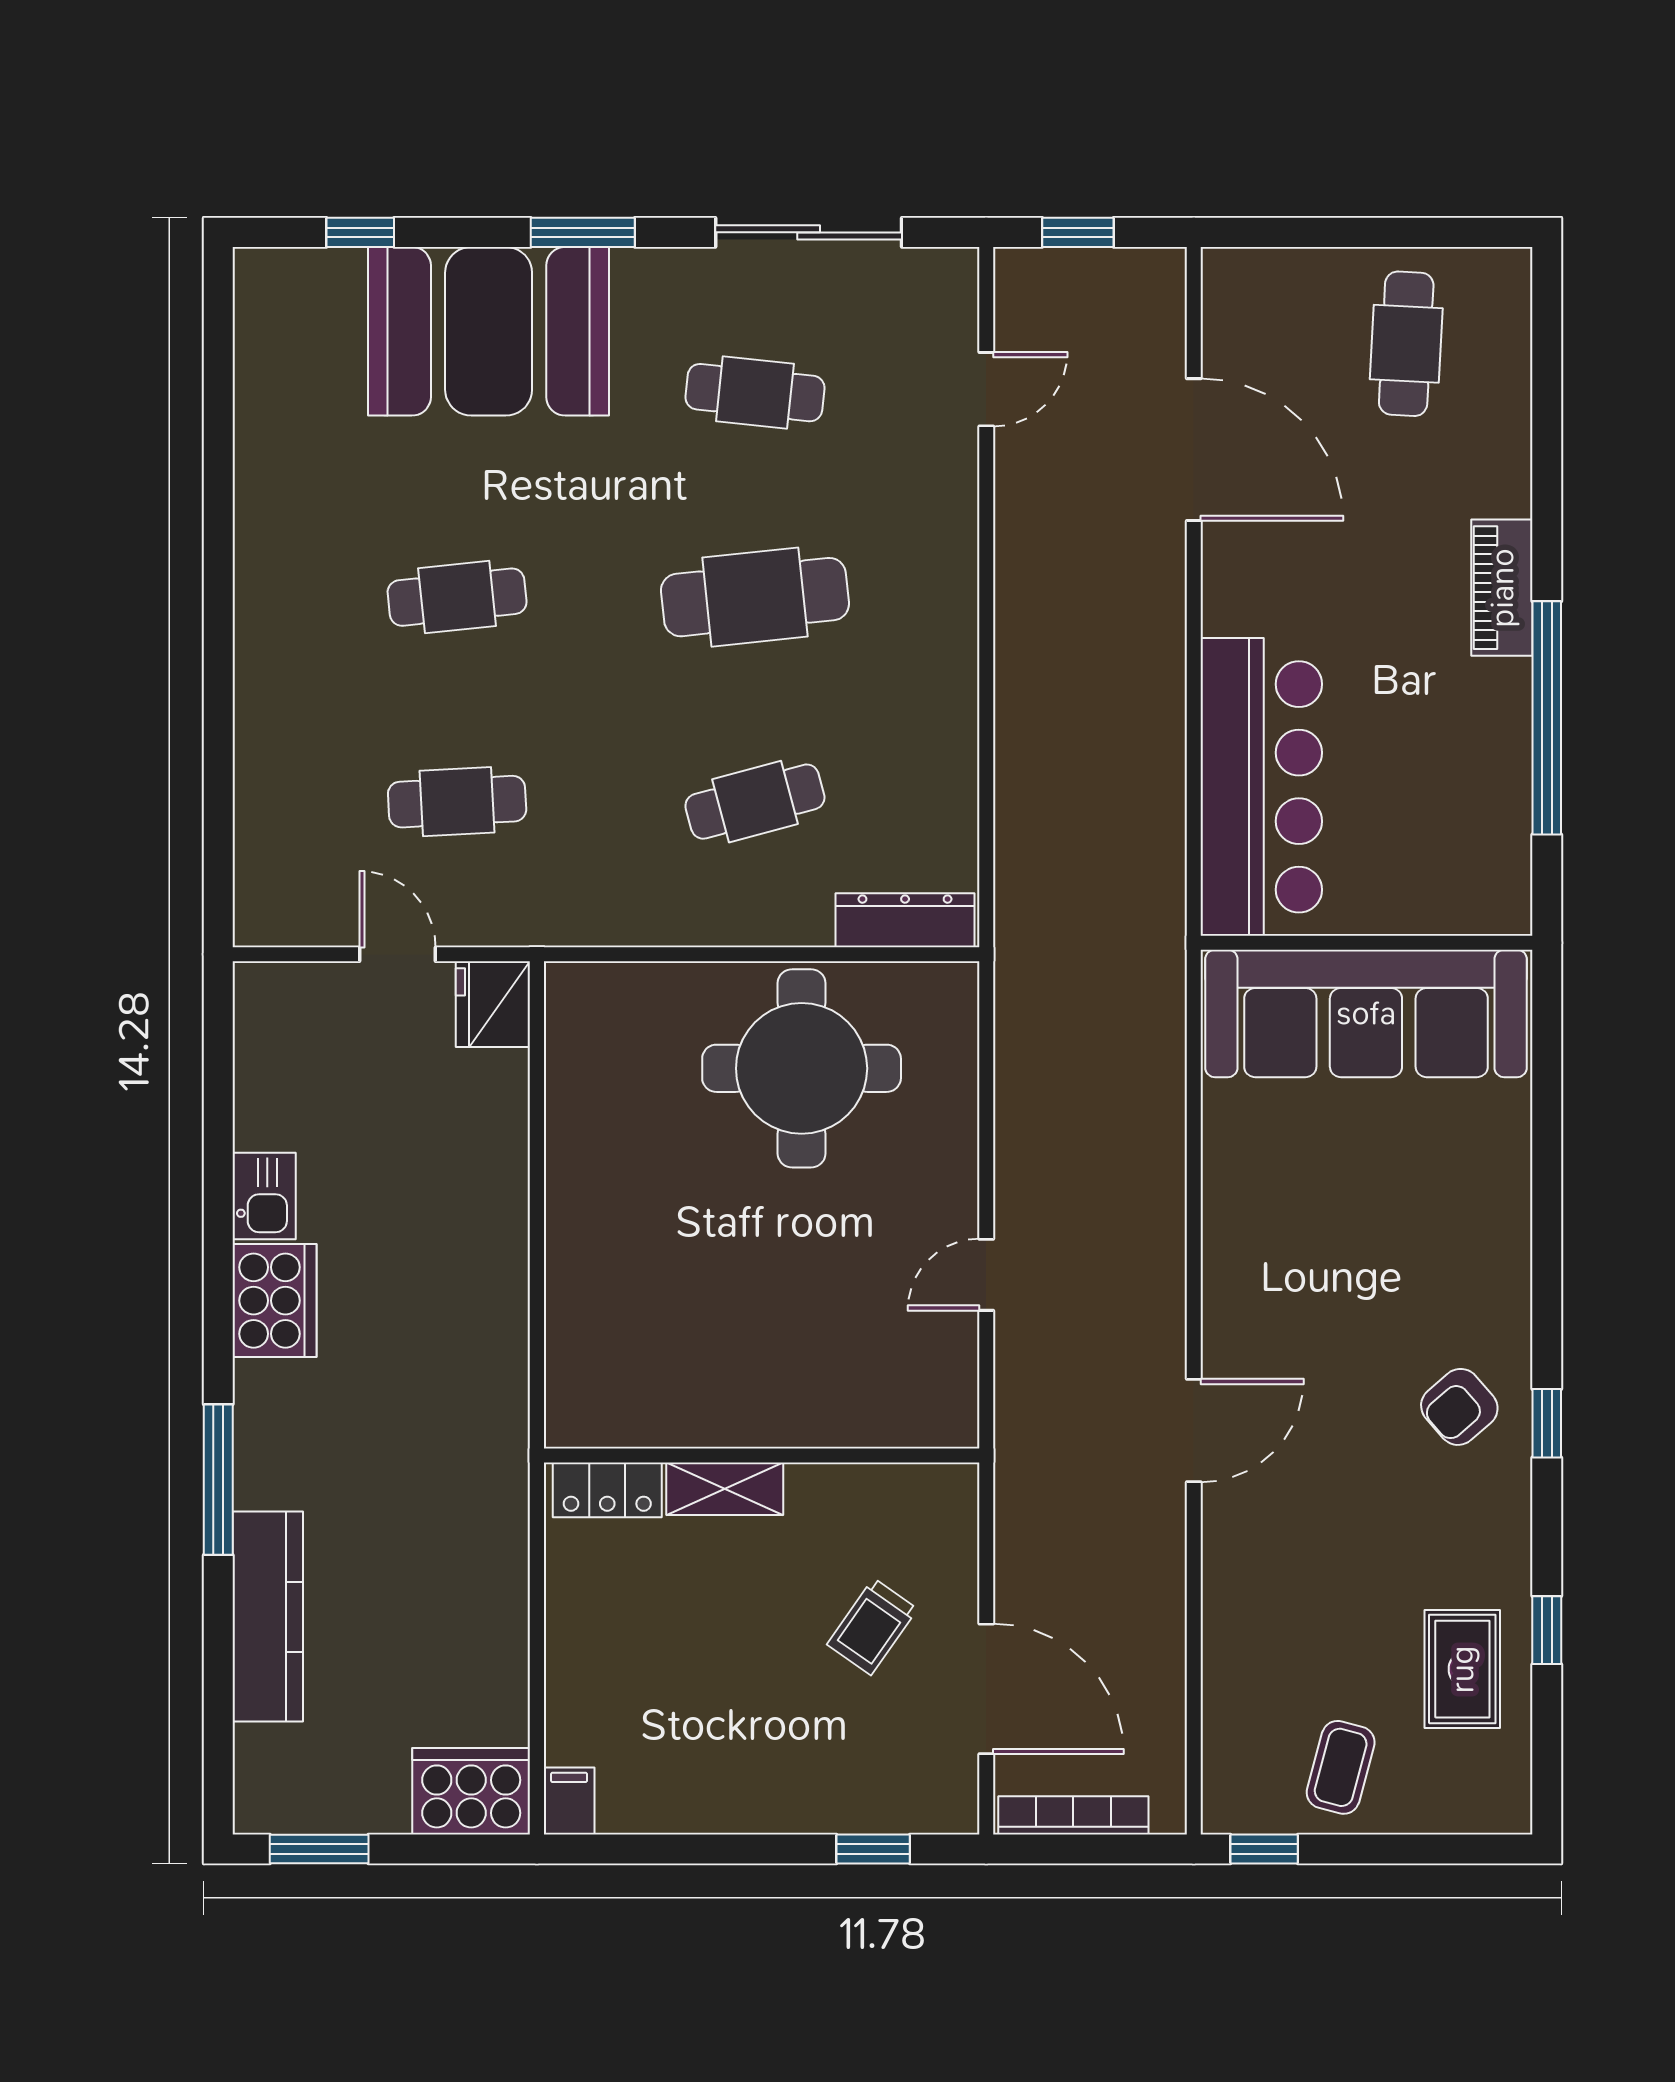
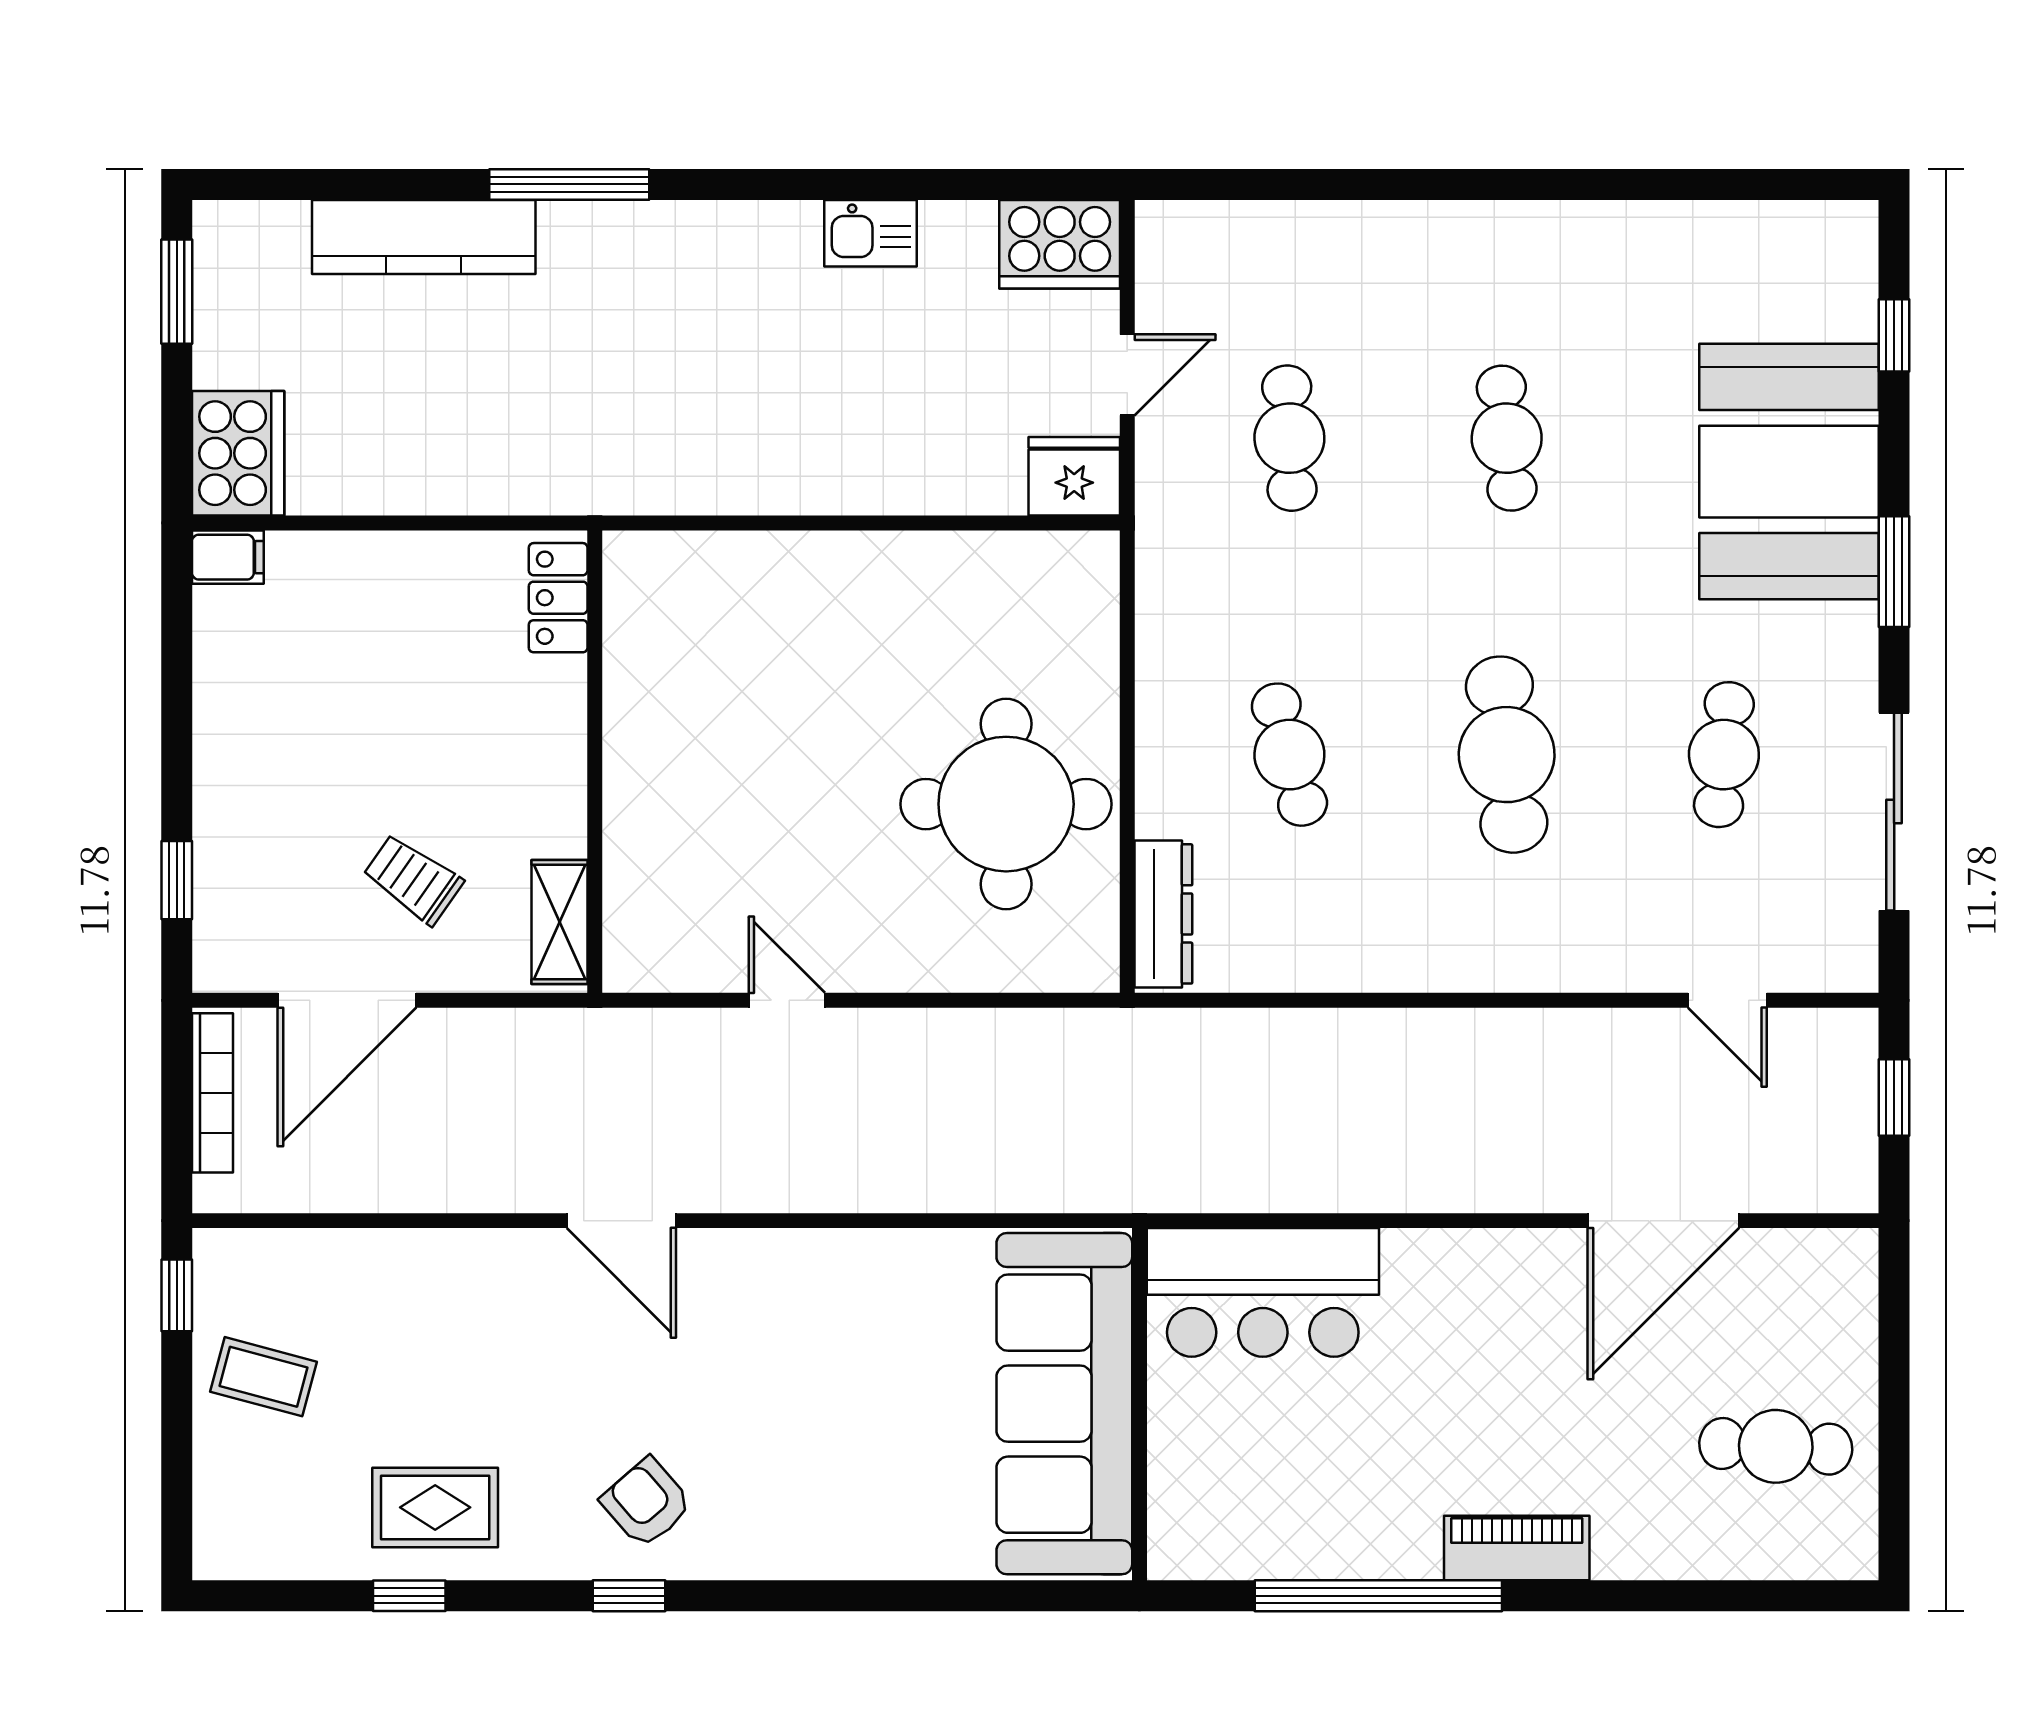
bar counter: (1261, 787) -> (1263, 1292), width x0.73
cooker: (274, 1301) -> (1060, 244), moved
shelving: (725, 1489) -> (559, 922), moved
rug: (1462, 1669) -> (435, 1507), moved

